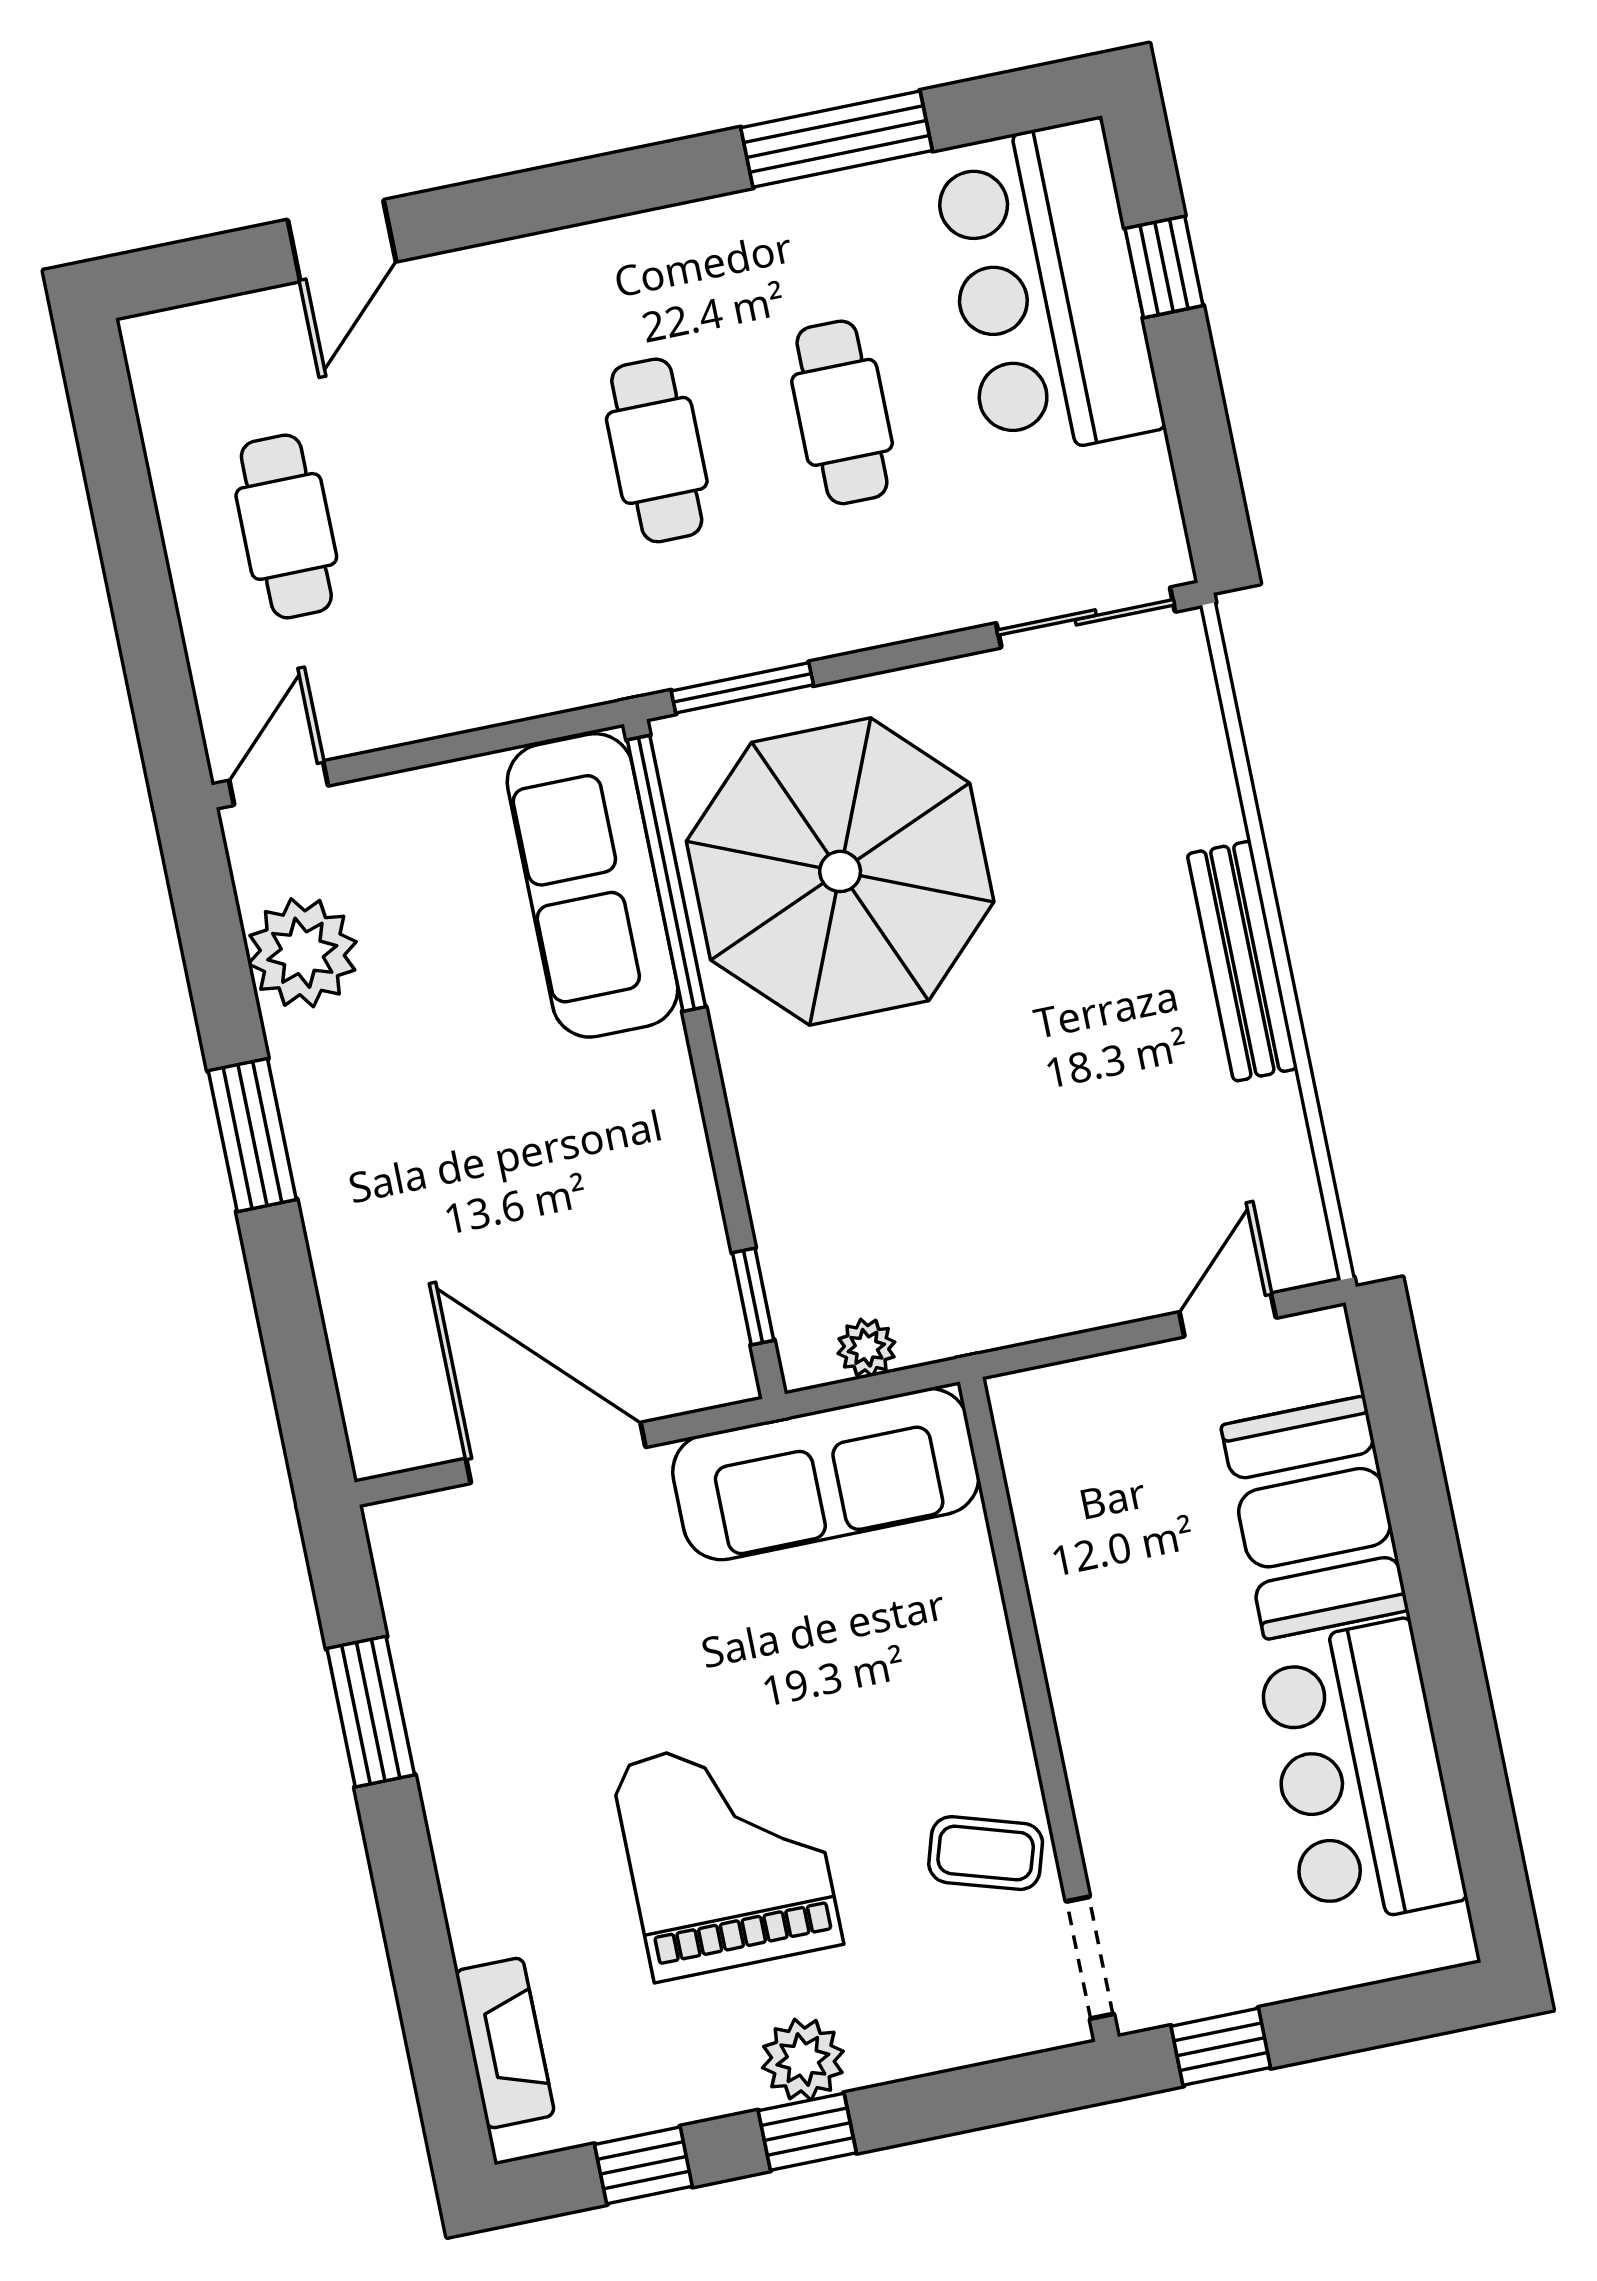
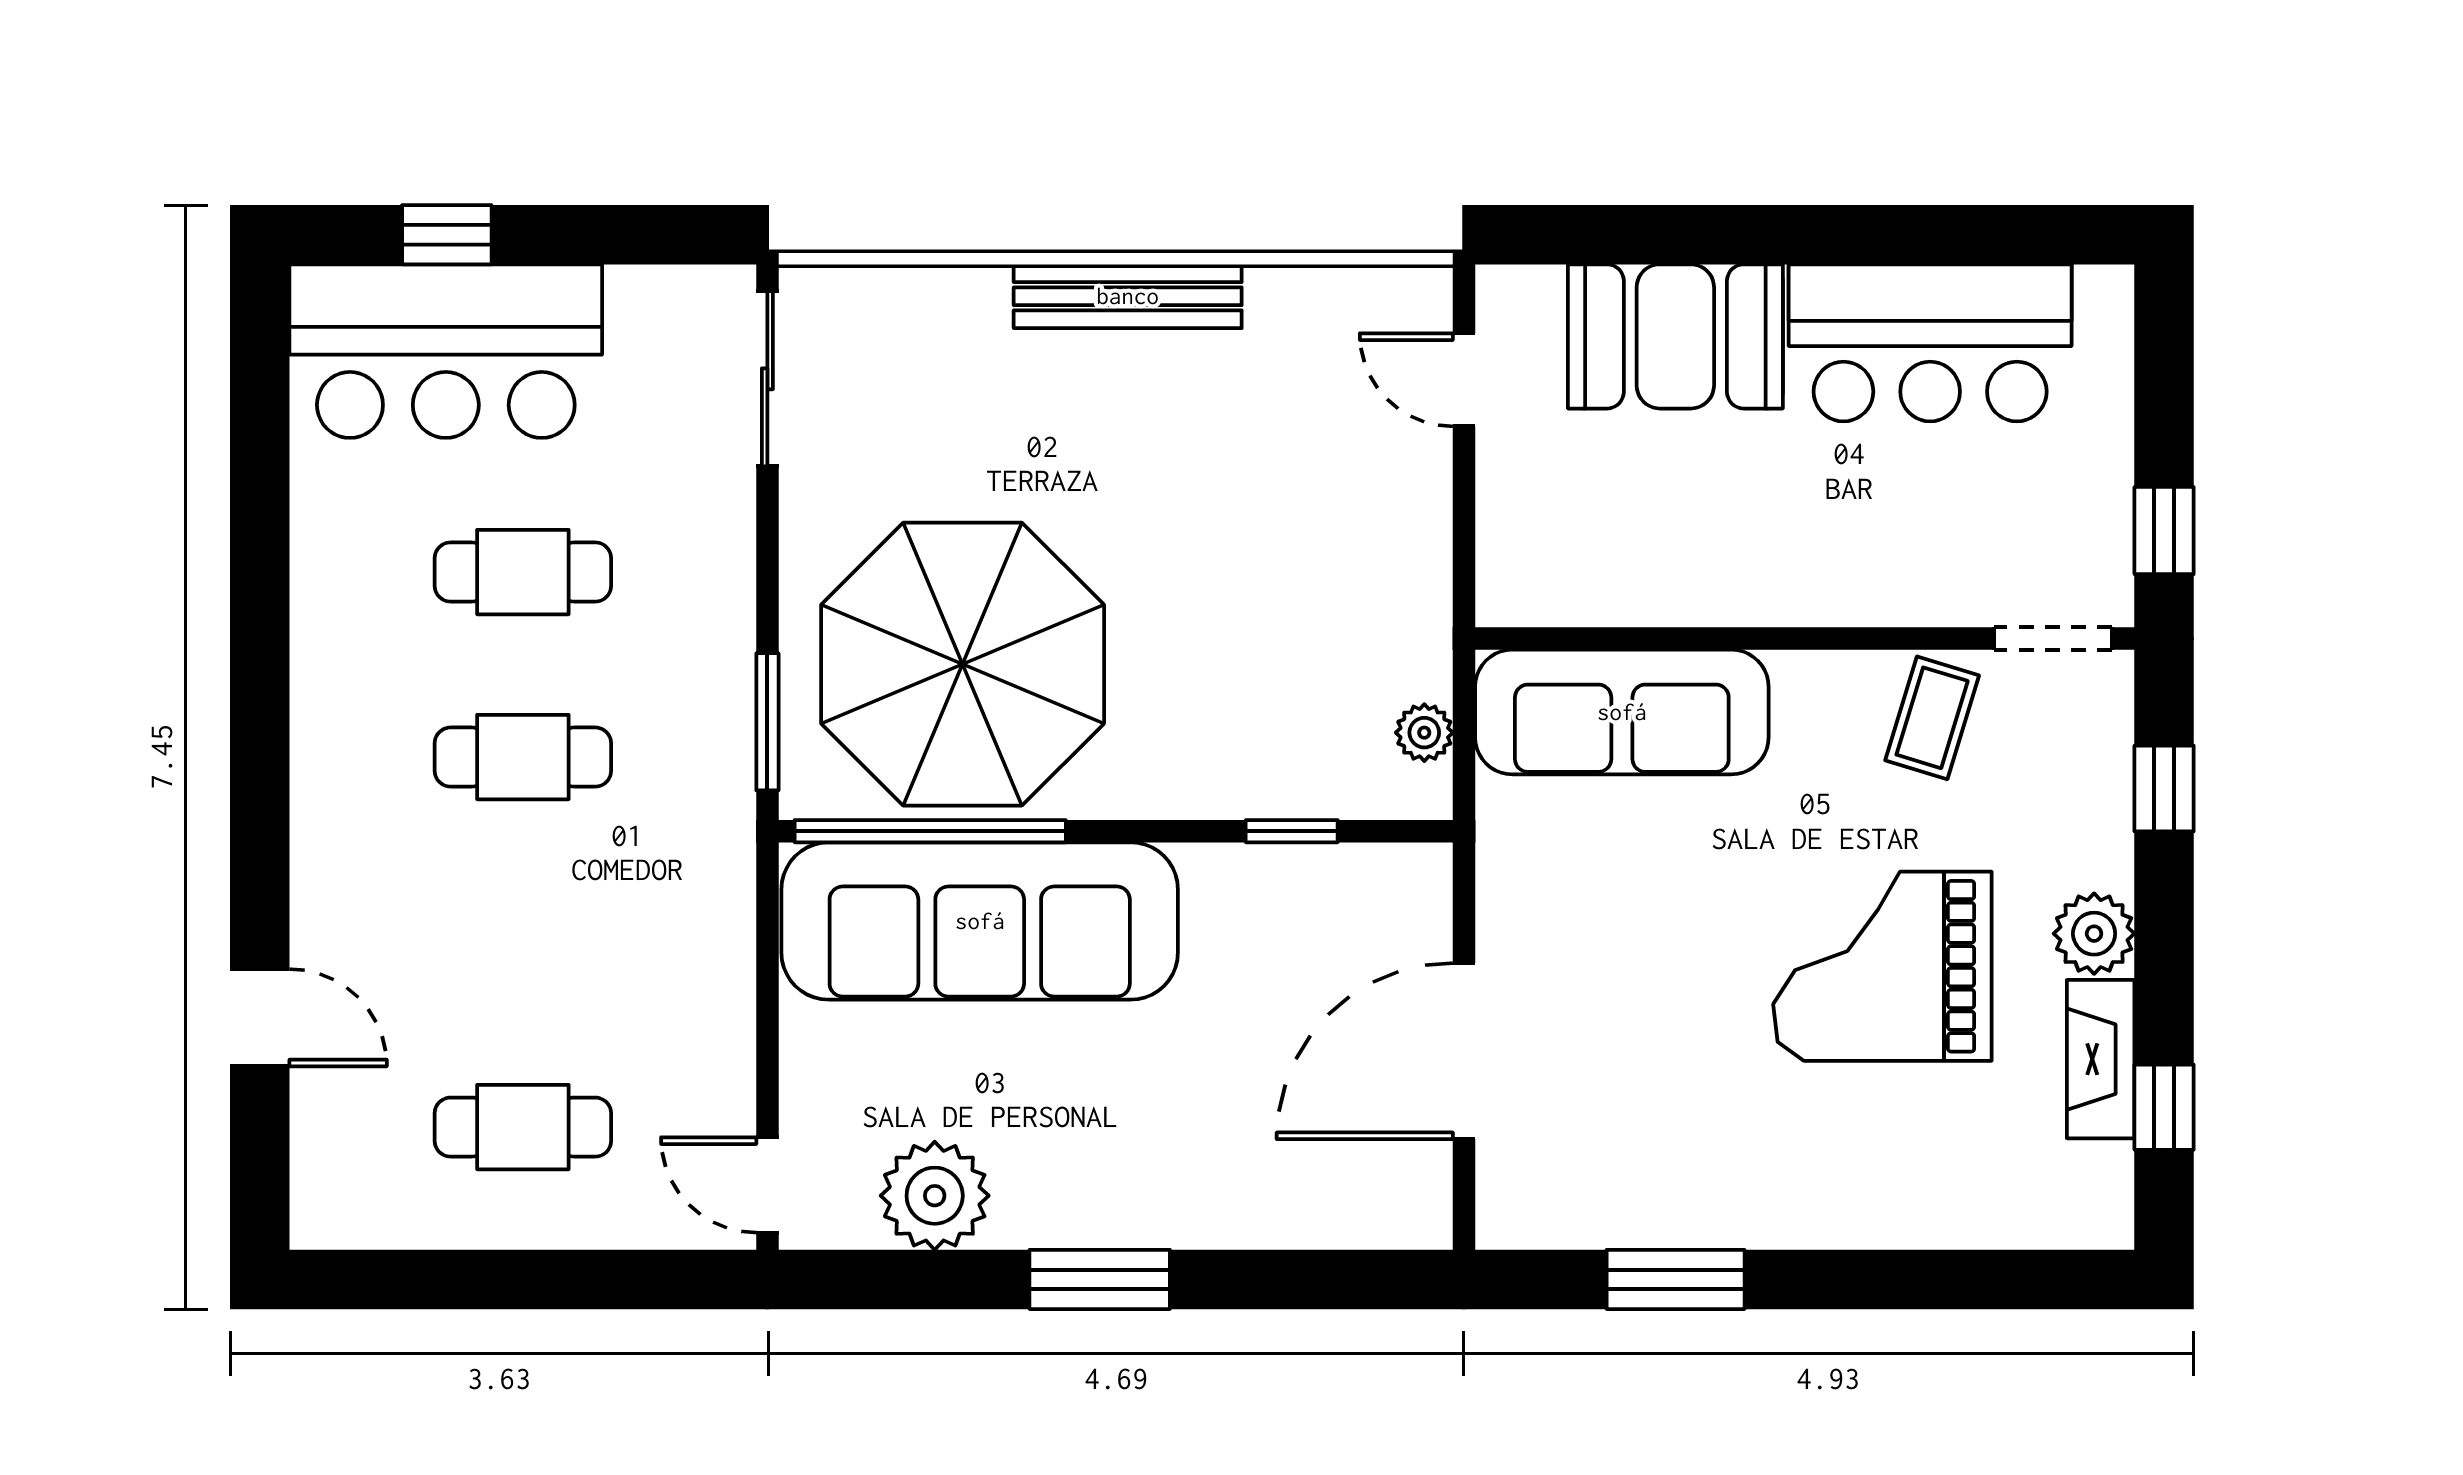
window: (836, 139) -> (260, 524), removed
sofa: (592, 885) -> (980, 921), width x1.36, depth x1.27
window: (753, 1296) -> (1292, 831), moved
sofa: (826, 1474) -> (1622, 712), moved, turned 90
fireplace: (505, 2043) -> (2101, 1059), moved, turned -90
window: (807, 2132) -> (2164, 788), moved

